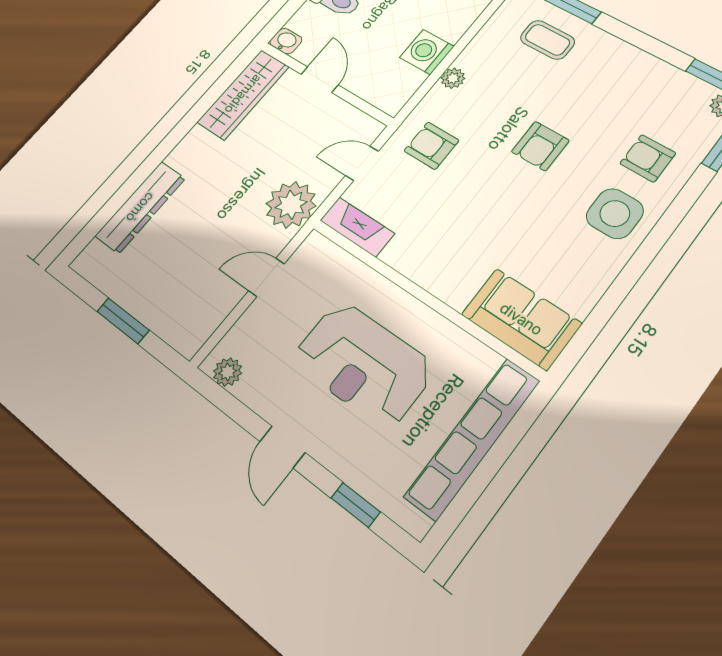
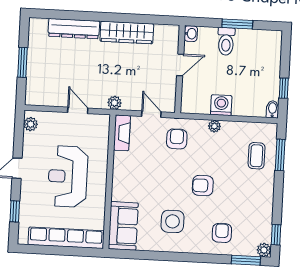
wardrobe: (243, 94) -> (127, 33), moved
plant: (291, 205) -> (114, 103), width x0.53, depth x0.53
side table: (615, 214) -> (173, 221), moved

